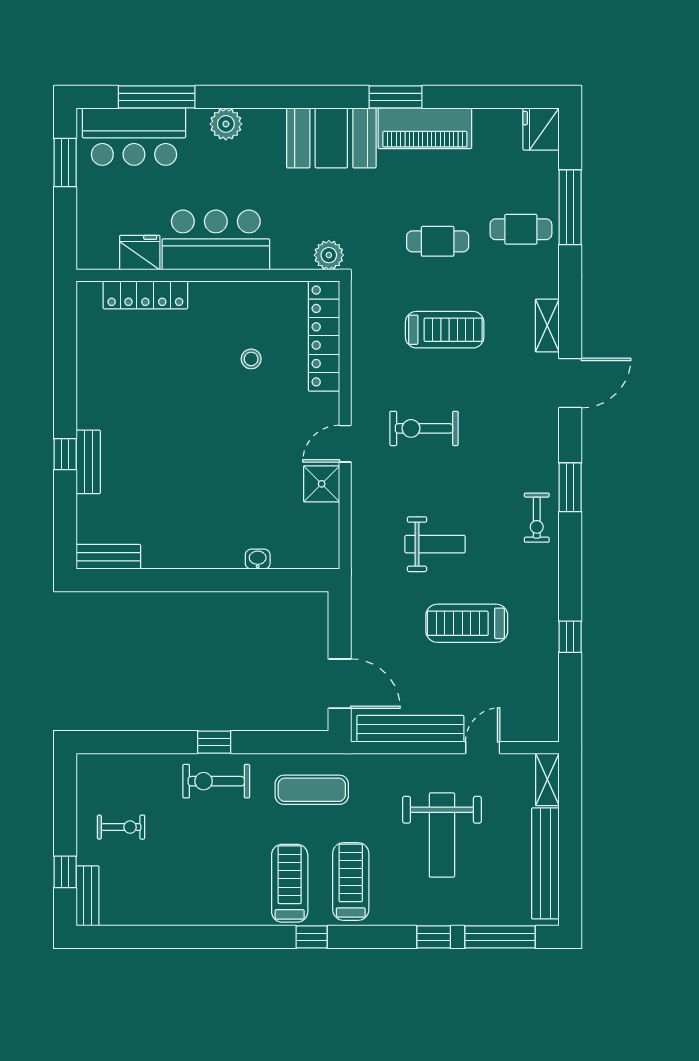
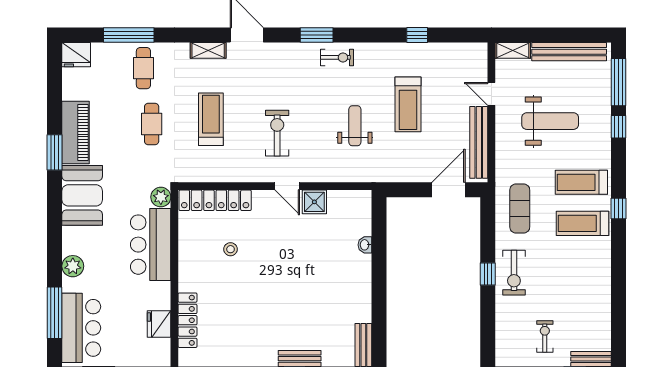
bar counter: (216, 240) -> (151, 245), moved
exercise bike: (424, 428) -> (277, 133), turned 180

